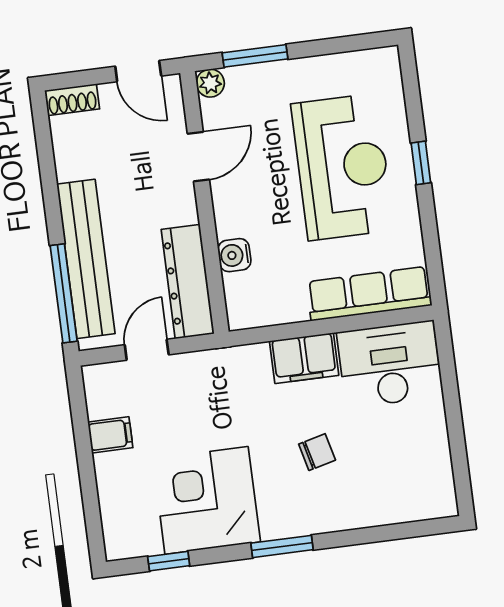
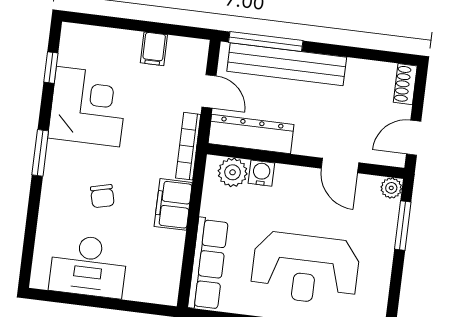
plant: (243, 292) -> (233, 172), added
bookcase: (224, 358) -> (188, 146), added
desk: (390, 364) -> (88, 266), moved, turned 90

